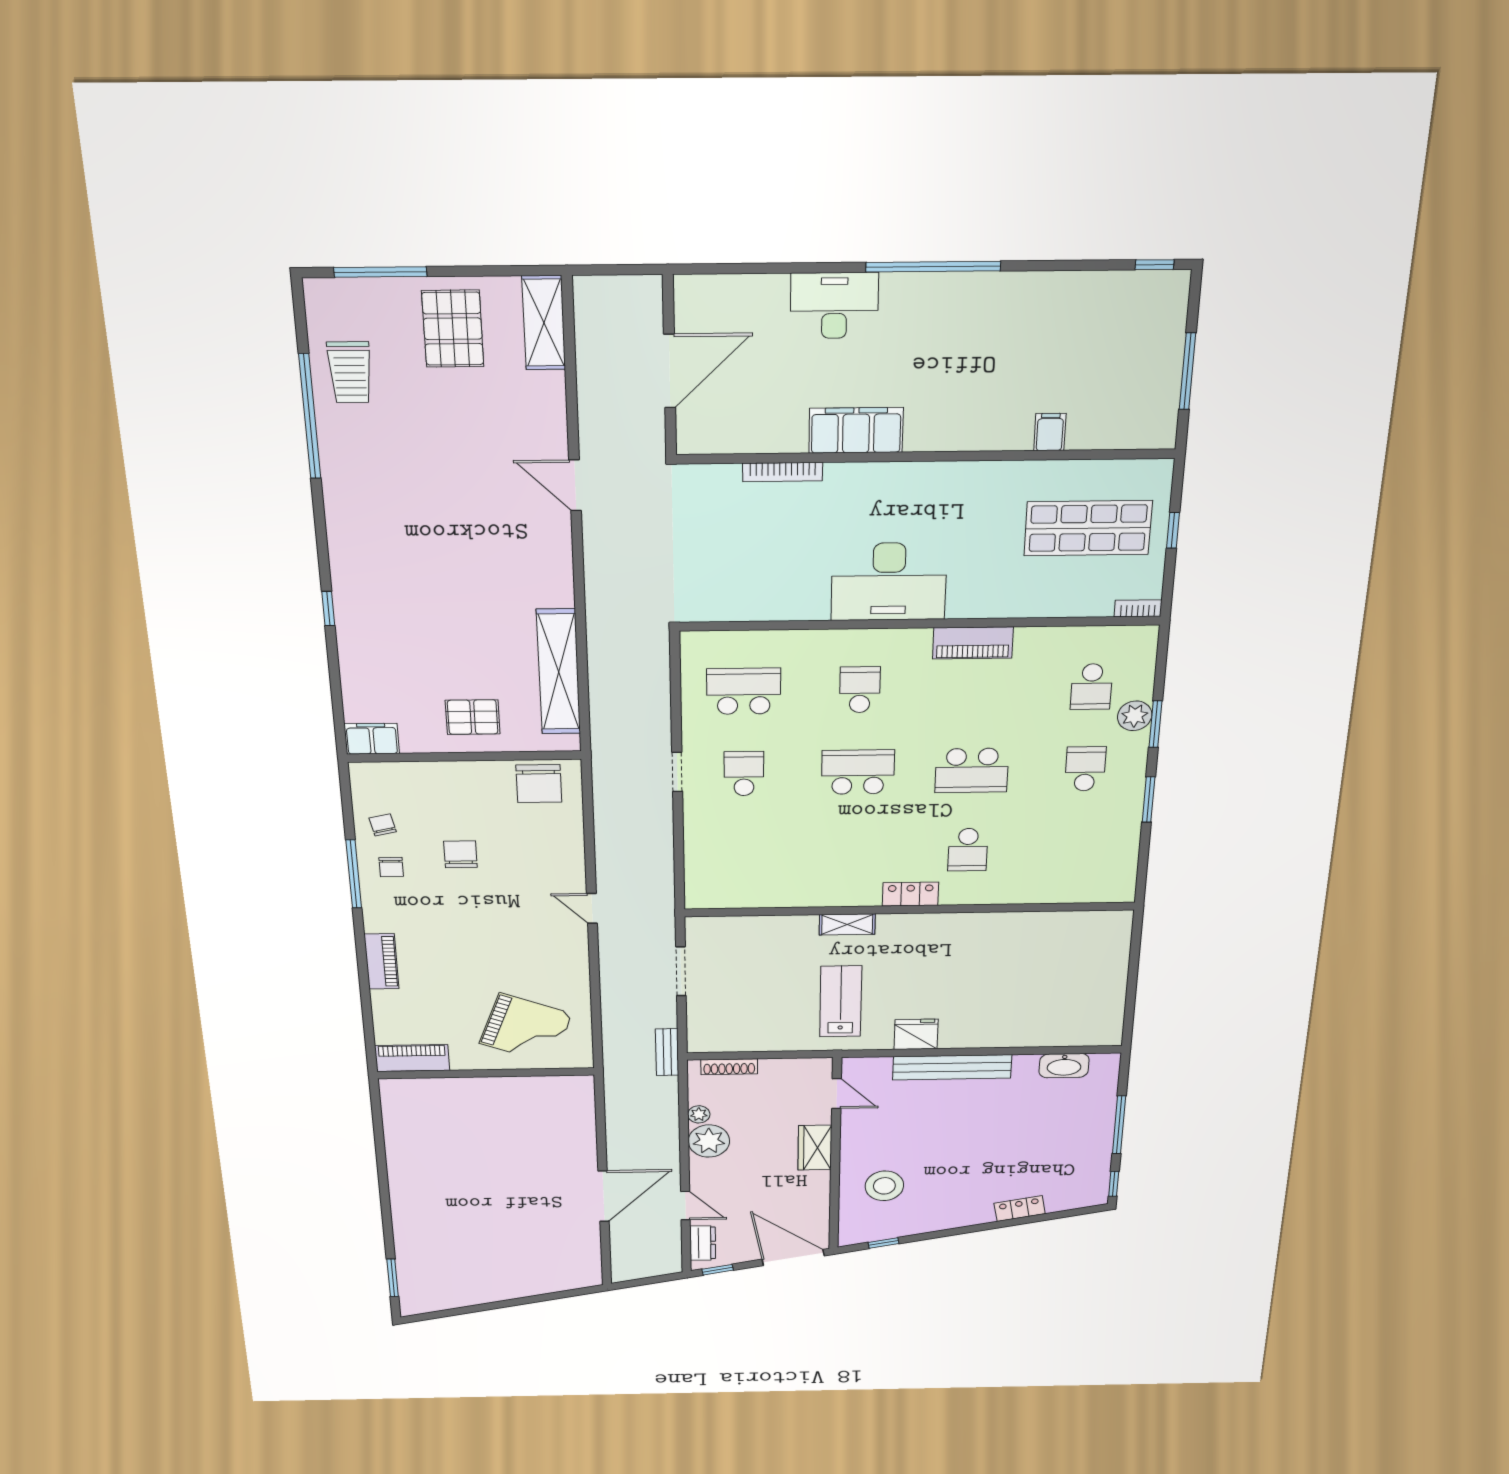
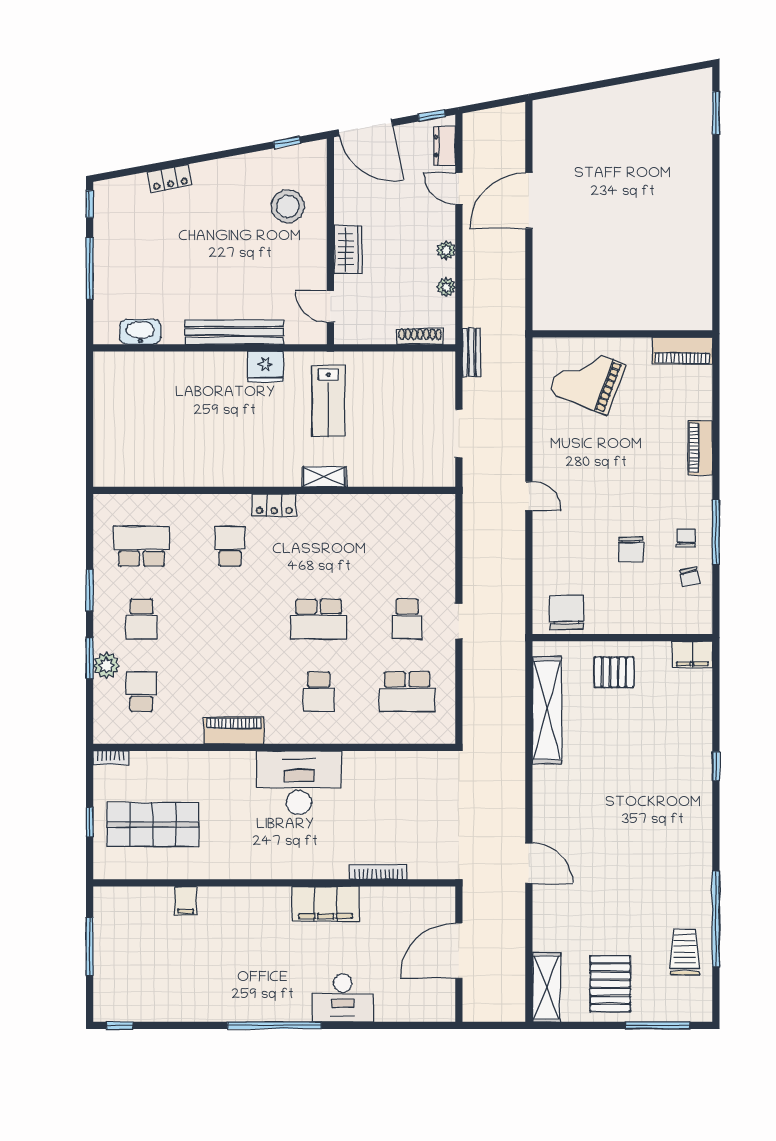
school desk: (972, 770) -> (141, 546), moved
plant: (709, 1141) -> (446, 250), width x0.53, depth x0.53

